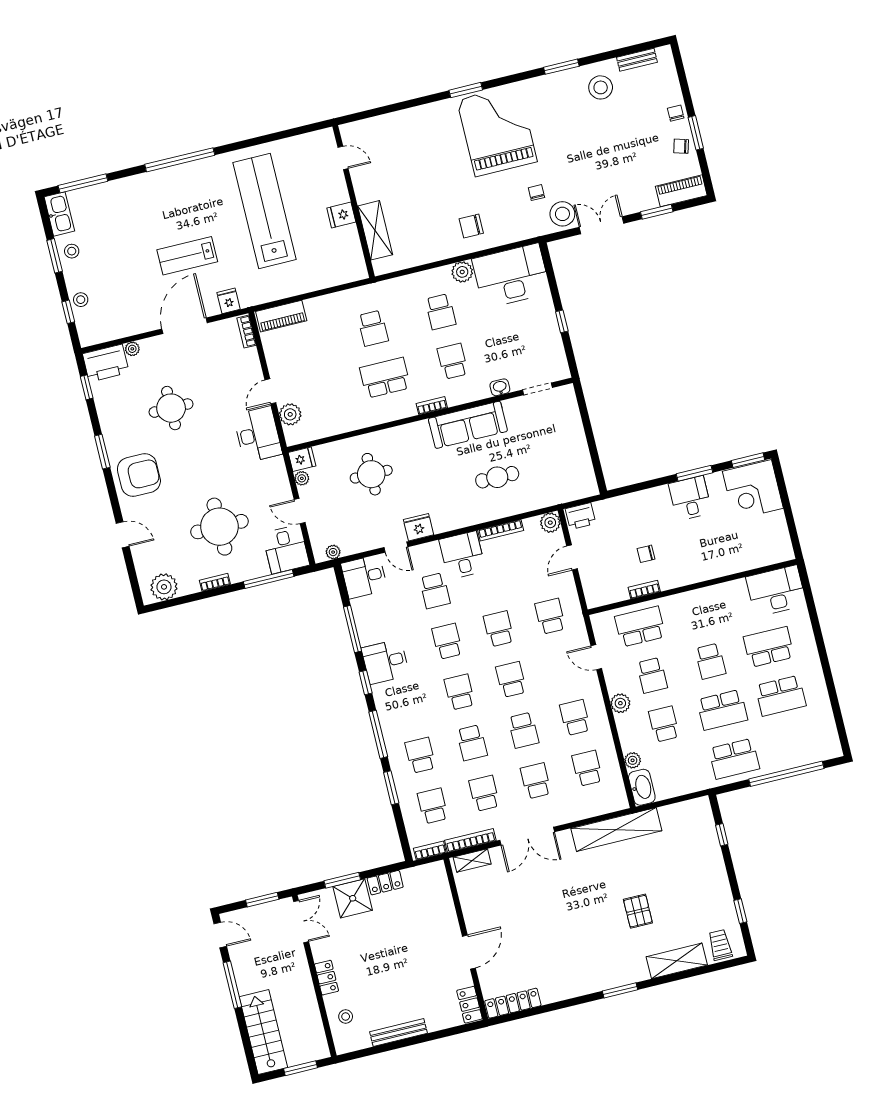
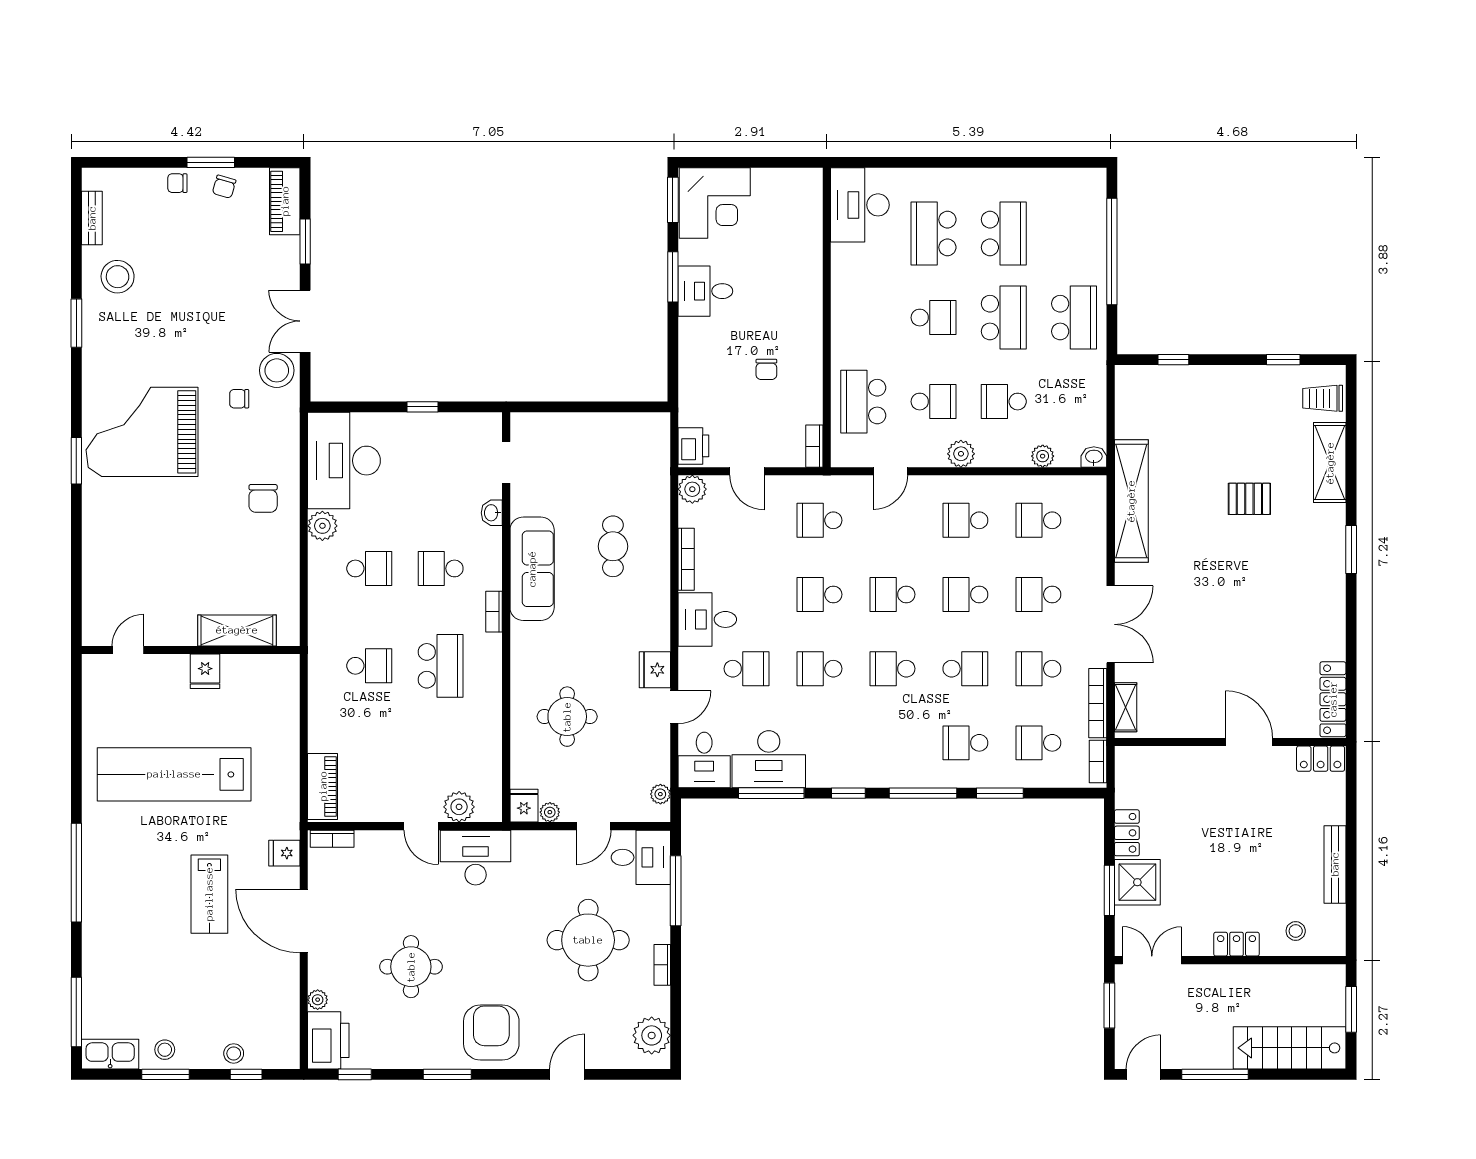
school desk: (385, 378) -> (441, 666), turned 180
bookcase: (644, 590) -> (814, 446), moved
desk: (385, 662) -> (769, 759), moved, width x1.37
school desk: (523, 730) -> (965, 594), turned 180
washbasin: (642, 787) -> (1094, 457), width x0.52, depth x0.69

